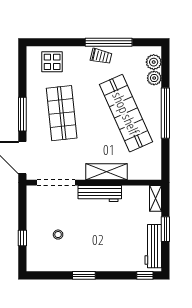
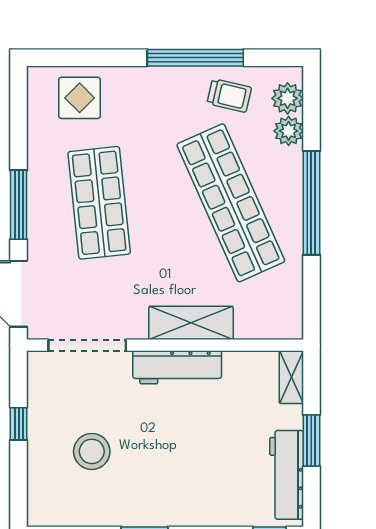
trolley: (101, 56) -> (229, 95), moved
stool: (58, 235) -> (92, 451), width x1.89, depth x1.89
window: (22, 238) -> (19, 424), moved

